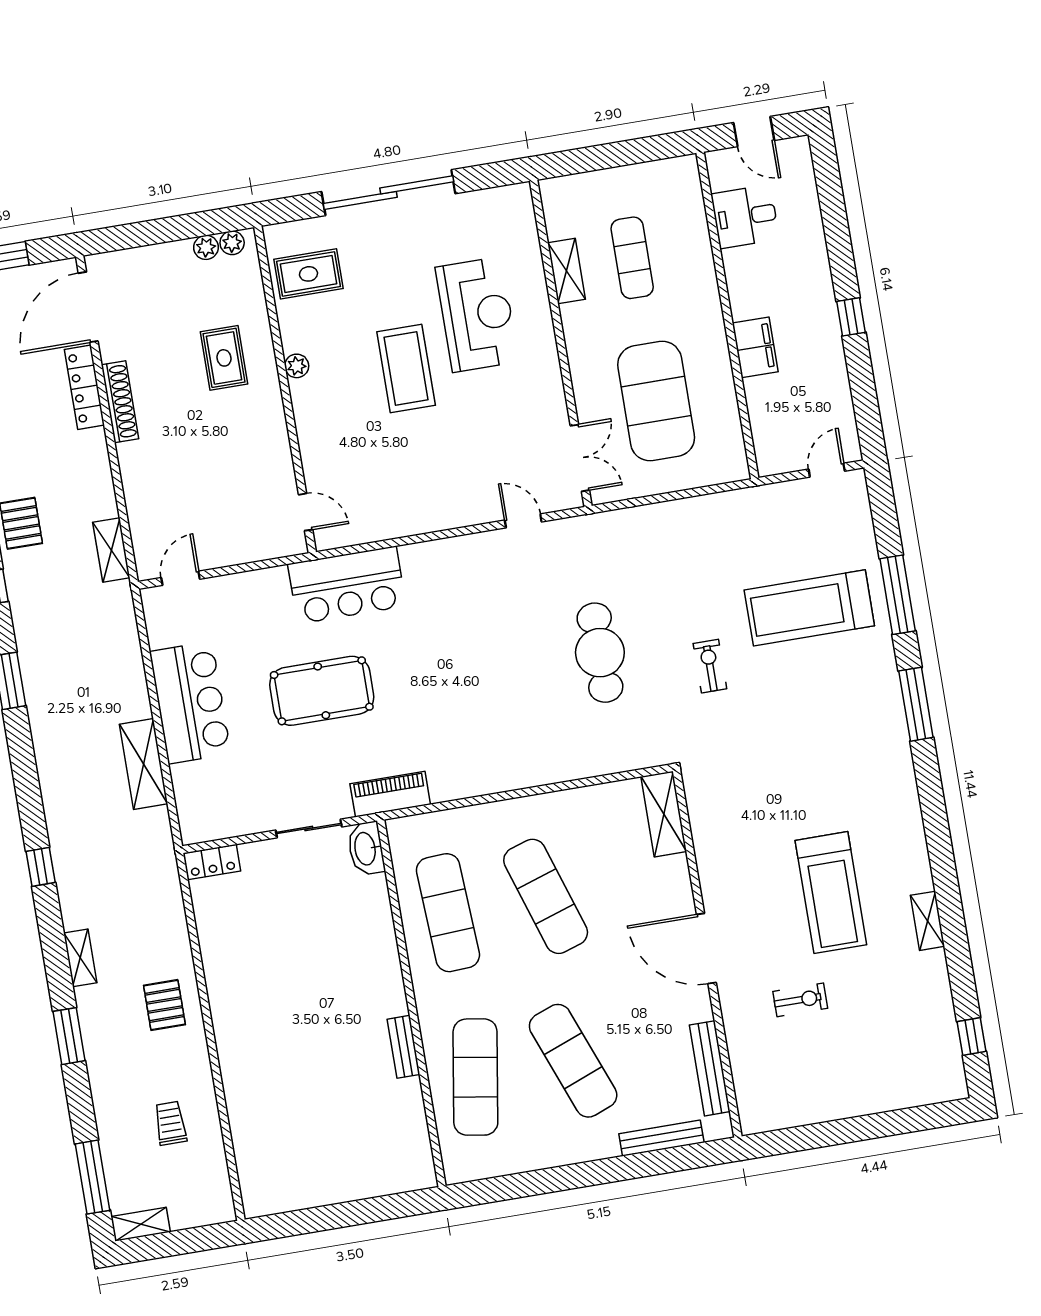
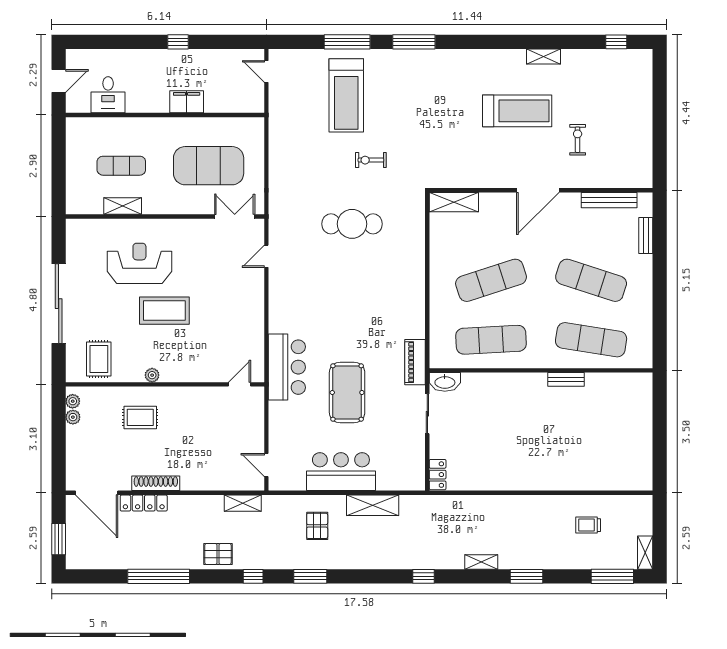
pallet: (164, 1005) -> (317, 526), moved, turned 90
exercise mat: (573, 1061) -> (591, 280), turned 39
bench: (661, 1138) -> (646, 236), width x0.73

